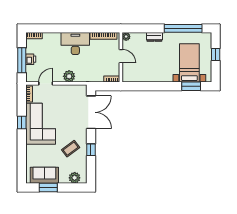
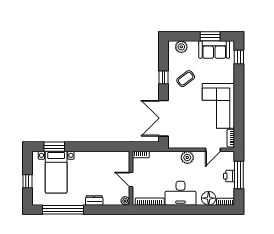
floor lamp: (49, 39) -> (209, 198), added
window: (22, 123) -> (239, 57), moved

